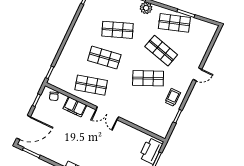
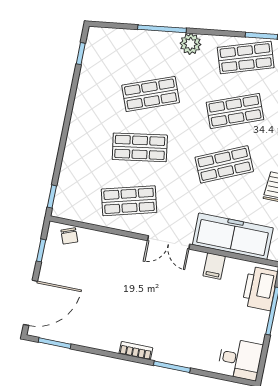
shop shelf: (161, 51) -> (235, 111), turned -36
filing cabinet: (75, 107) -> (214, 266), moved, width x0.50
freezer: (143, 119) -> (233, 236), added

